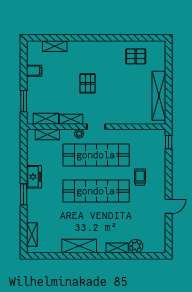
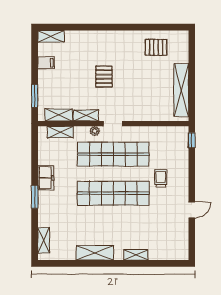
shelving: (55, 46) -> (51, 36), moved
plant: (136, 246) -> (156, 253), removed

